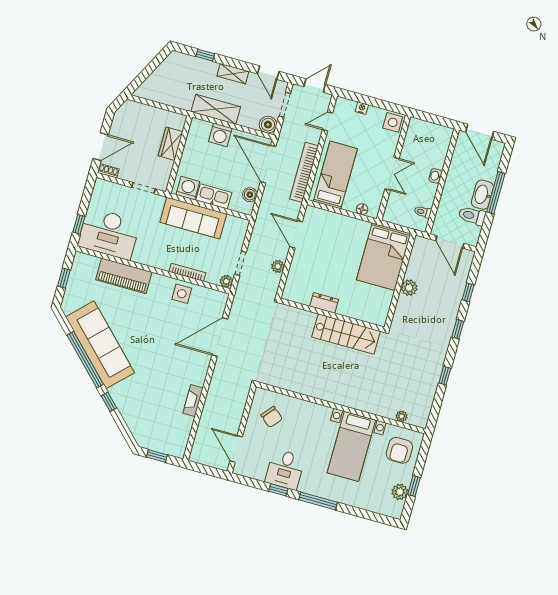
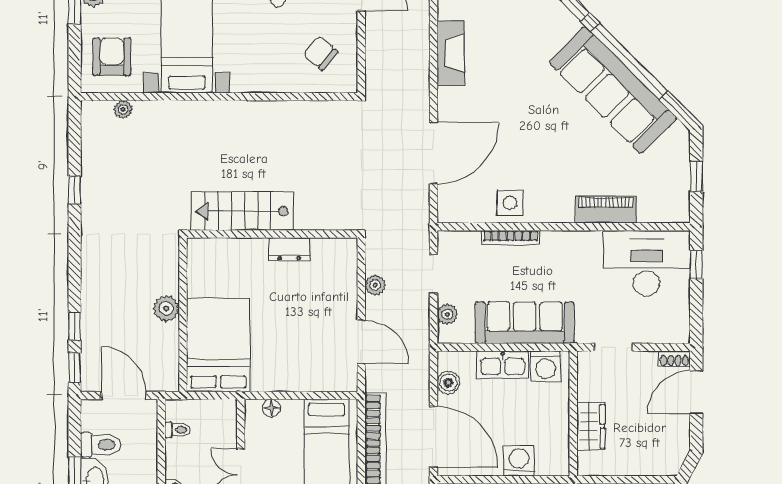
piano: (124, 276) -> (606, 210), width x0.73, depth x0.75
plant: (226, 281) -> (447, 314), moved
window: (458, 329) -> (75, 368), moved
fireplace: (193, 401) -> (451, 53), width x1.37, depth x1.32

